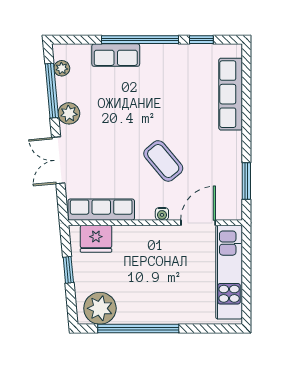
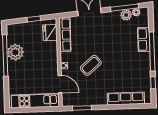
plant: (69, 113) -> (126, 15), moved
plant: (100, 308) -> (15, 52), moved

